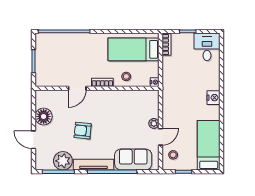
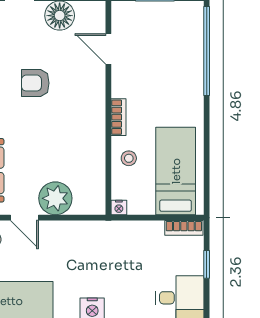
door: (77, 88) -> (108, 49), moved
plant: (154, 123) -> (55, 198), width x1.88, depth x1.88
armchair: (83, 131) -> (35, 83), turned -96

